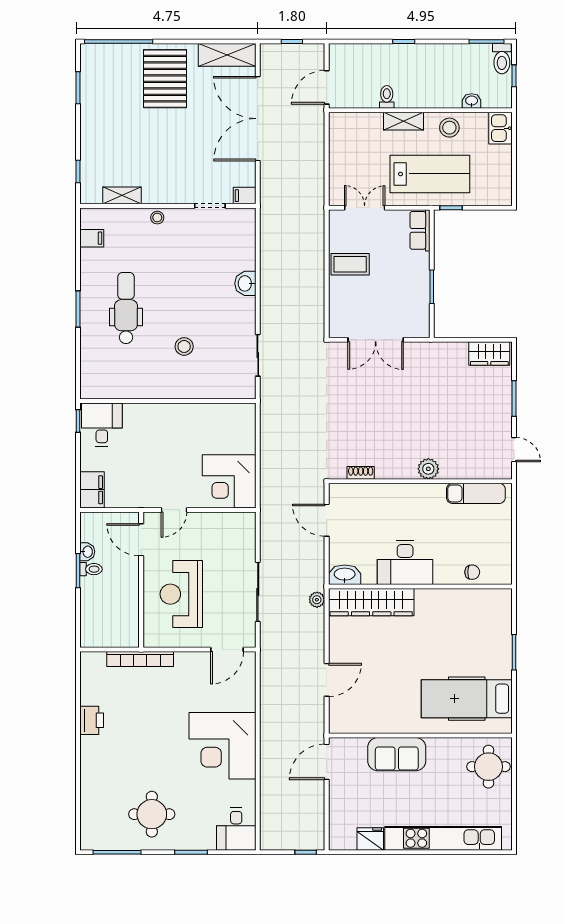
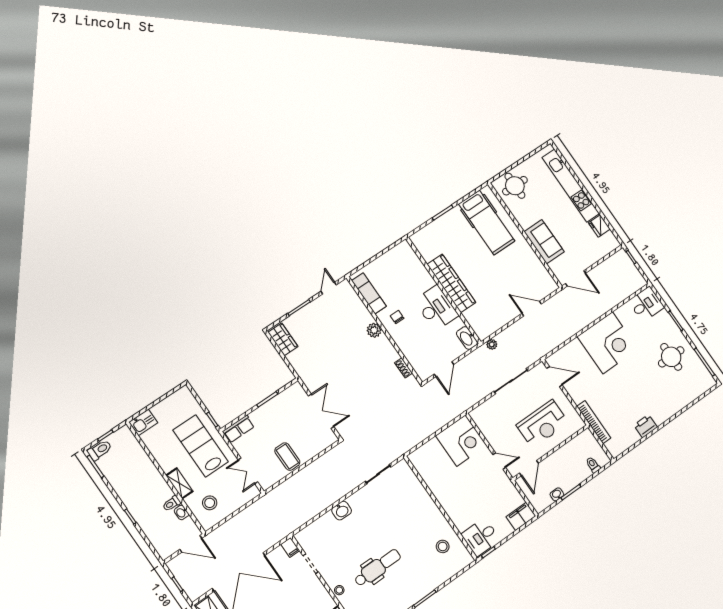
washbasin: (472, 101) -> (181, 512), moved
stool: (449, 128) -> (210, 503), moved
dental chair: (126, 308) -> (378, 568), moved, turned 180
stool: (184, 346) -> (443, 546), moved
toilet: (91, 569) -> (593, 465), moved
chair: (472, 572) -> (397, 317), moved
wardrobe: (371, 602) -> (451, 283), moved

